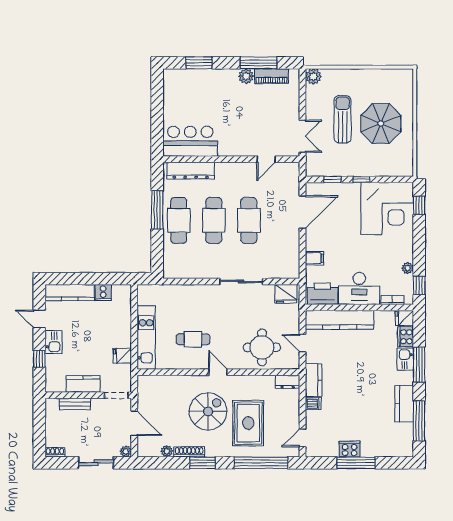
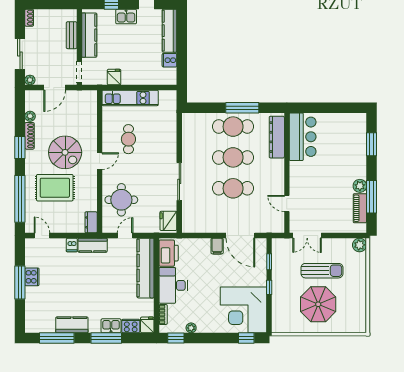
filing cabinet: (315, 258) -> (217, 246), moved
kitchen counter: (83, 384) -> (89, 35), width x1.50

